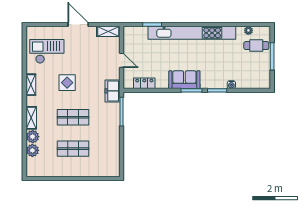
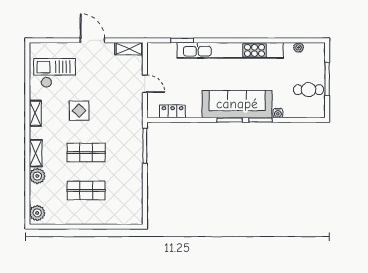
cafe table: (256, 46) -> (309, 90), moved
sofa: (184, 80) -> (237, 104), width x1.85, depth x1.27
freezer: (113, 91) -> (134, 121), removed
plant: (32, 150) -> (37, 213), moved

